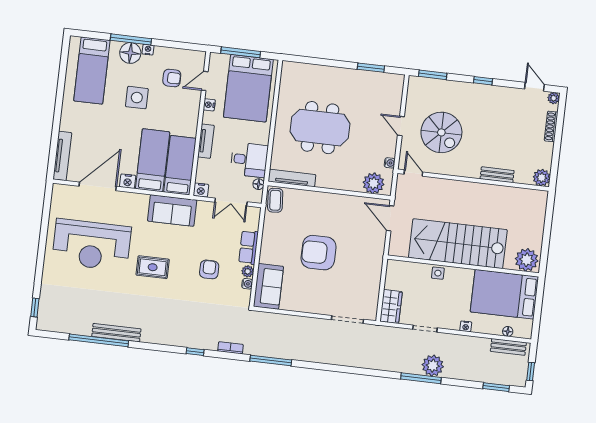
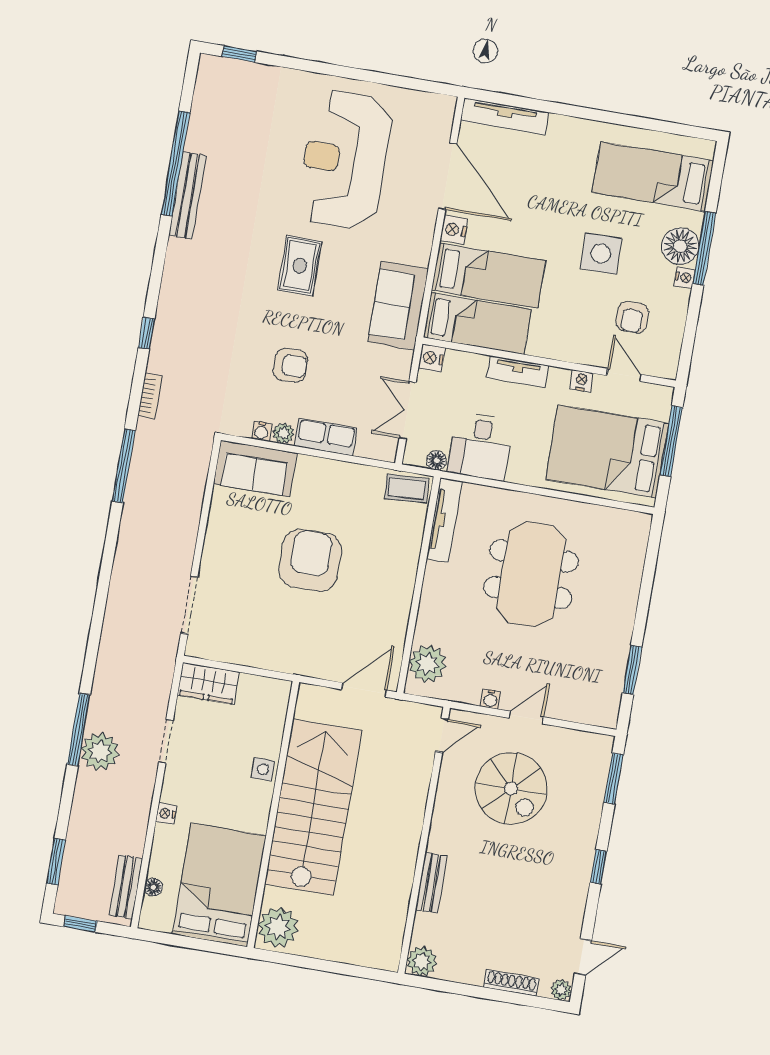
spiral stairs: (441, 132) -> (511, 788), turned -90
water cooler: (390, 163) -> (490, 699), moved

